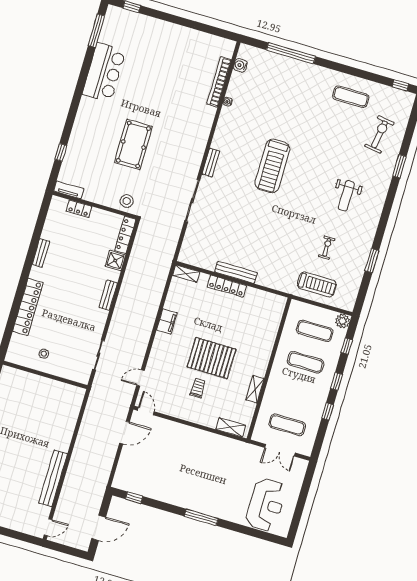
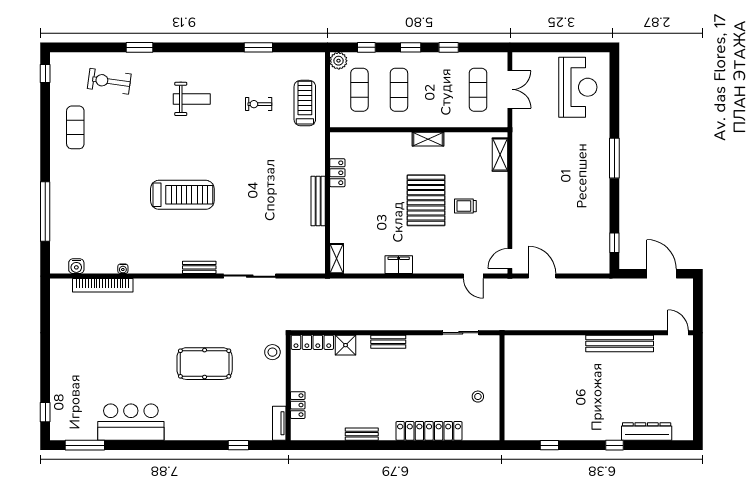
locker: (227, 286) -> (337, 173), moved, width x0.66
shelving: (255, 389) -> (428, 139), moved
reception desk: (266, 505) -> (578, 87), turned 90

